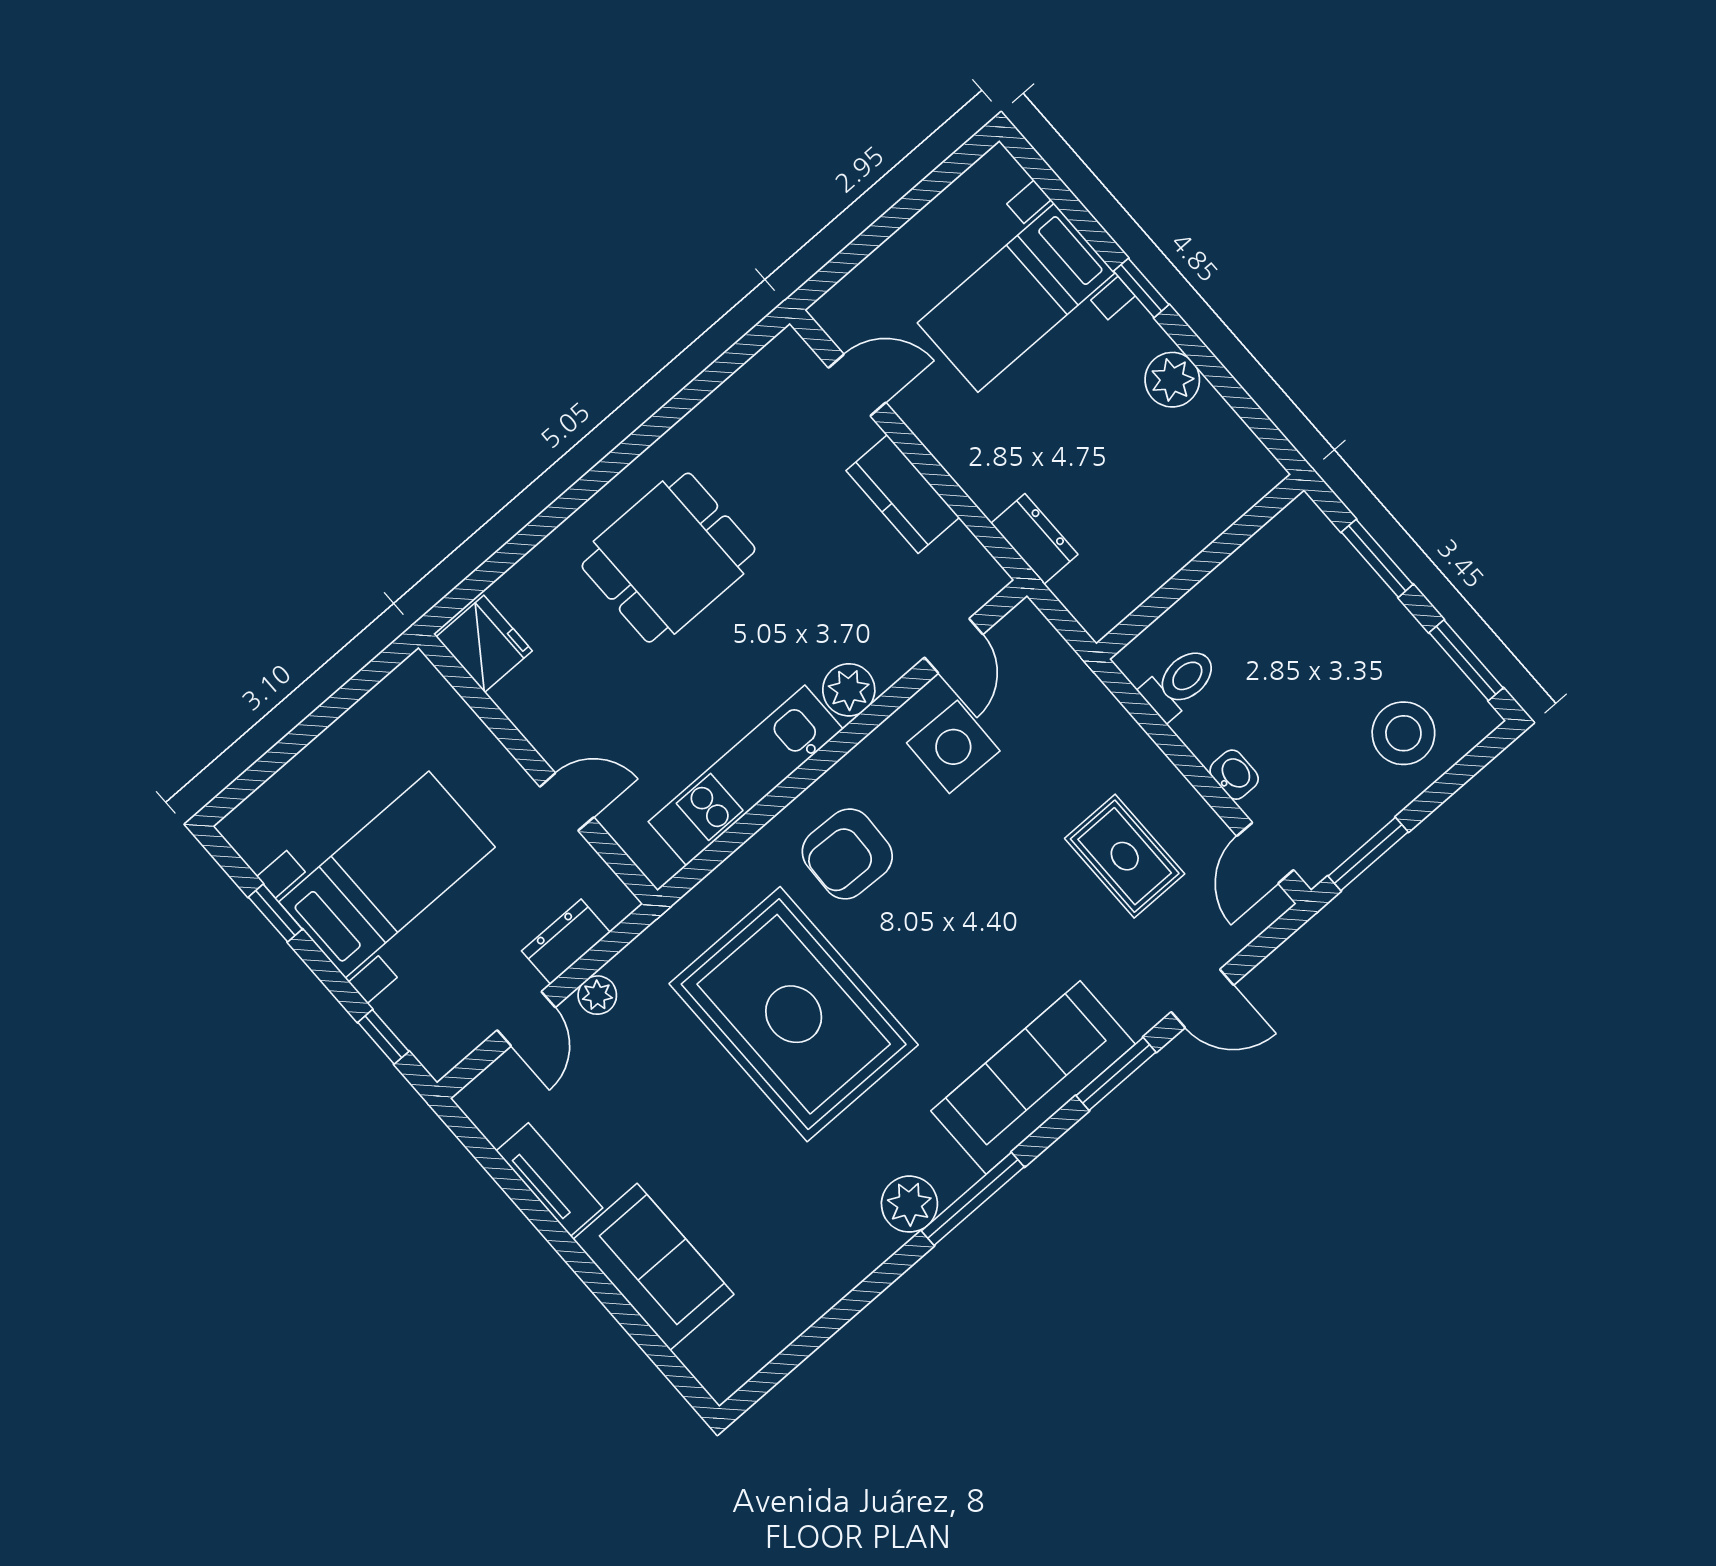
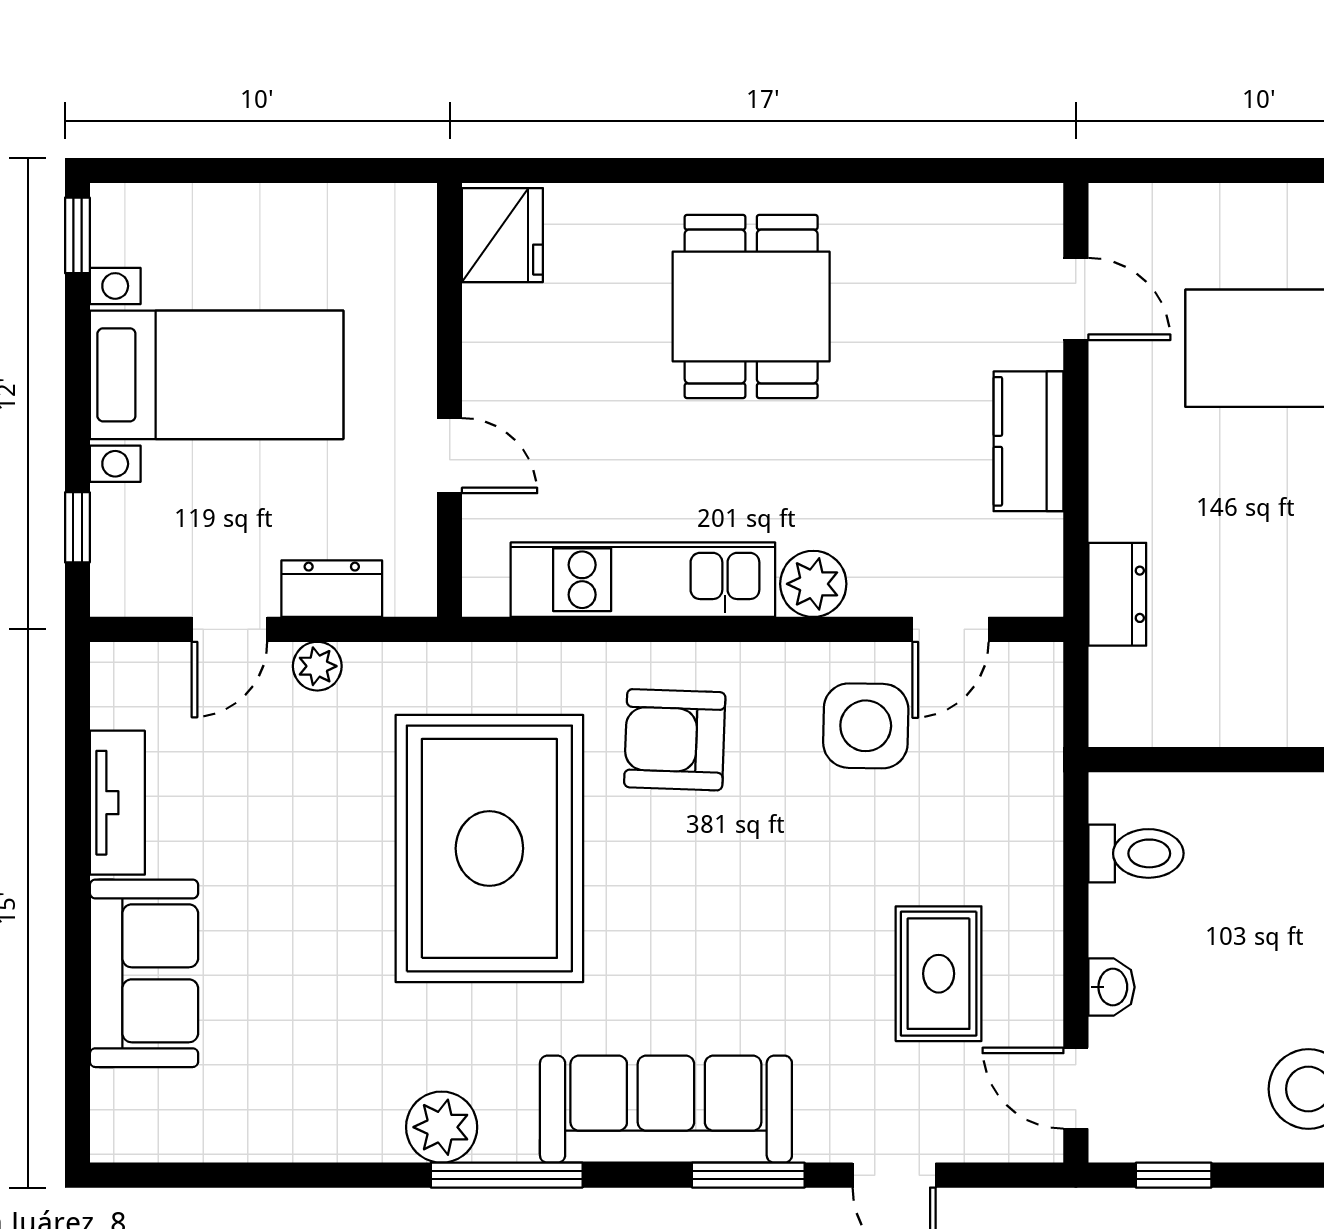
dining table: (669, 558) -> (751, 306), turned 90
door: (1265, 853) -> (1076, 1088), hinge flipped
window: (1368, 854) -> (1174, 1175), width x0.67
window: (275, 913) -> (77, 235), moved

